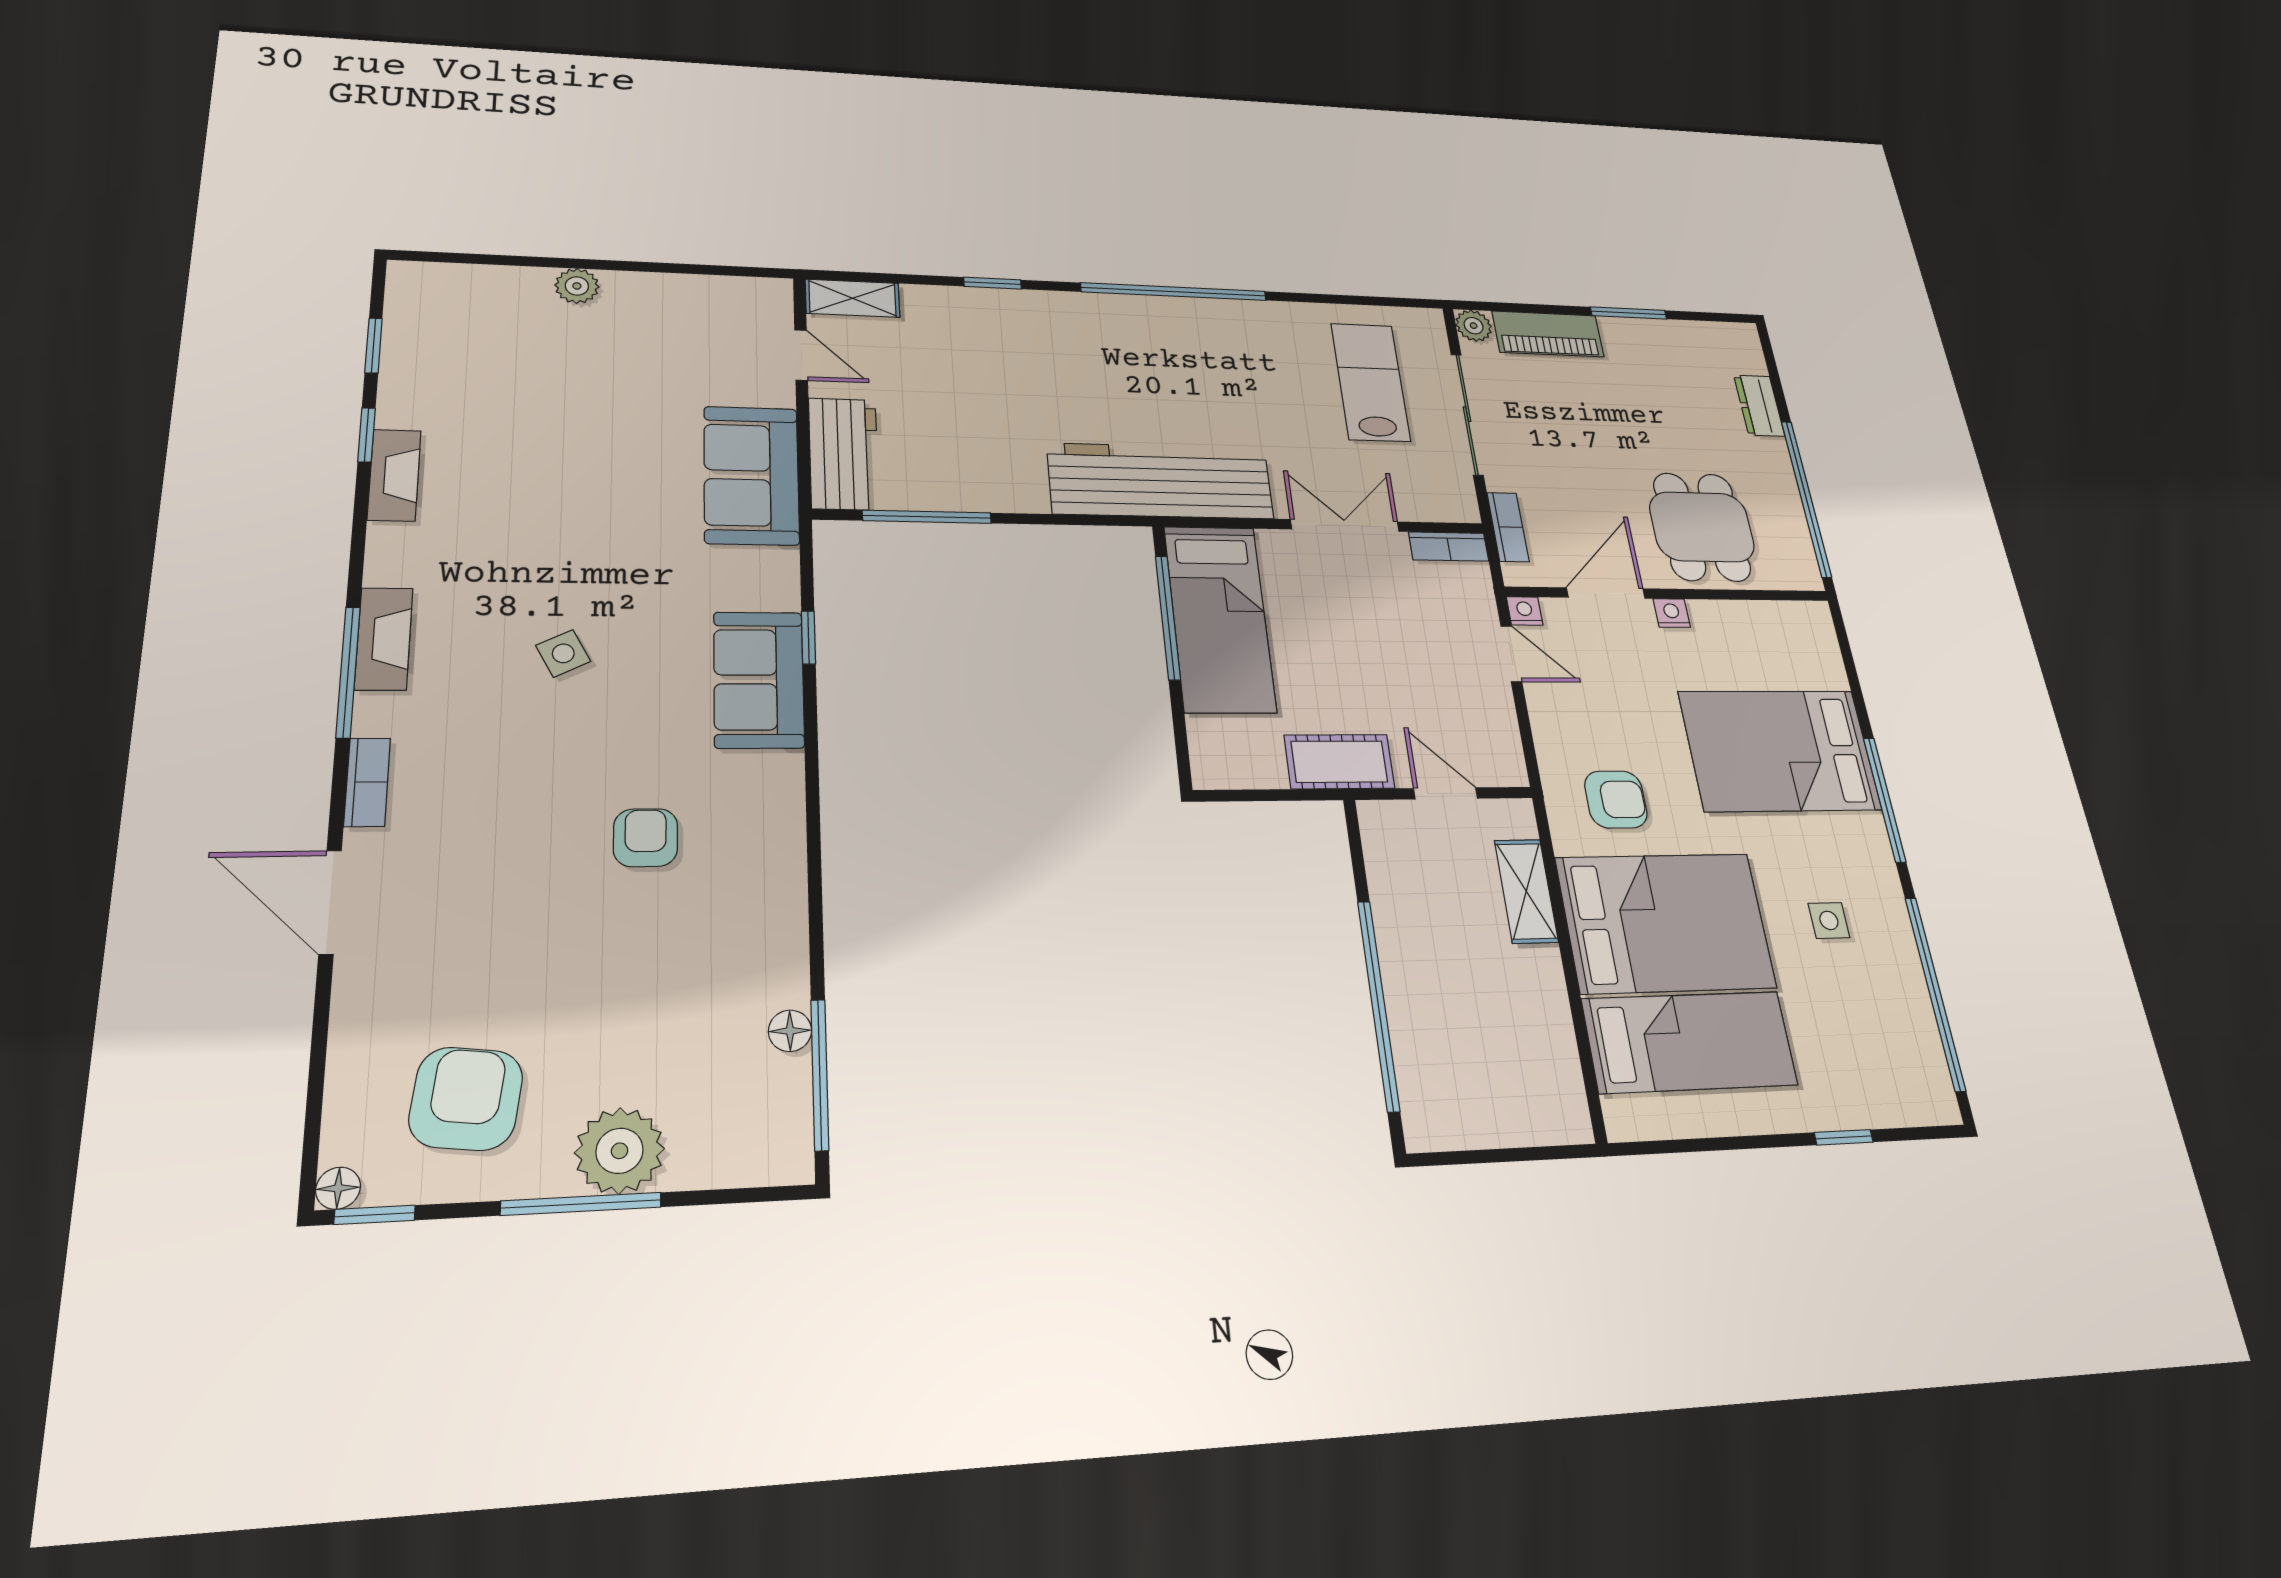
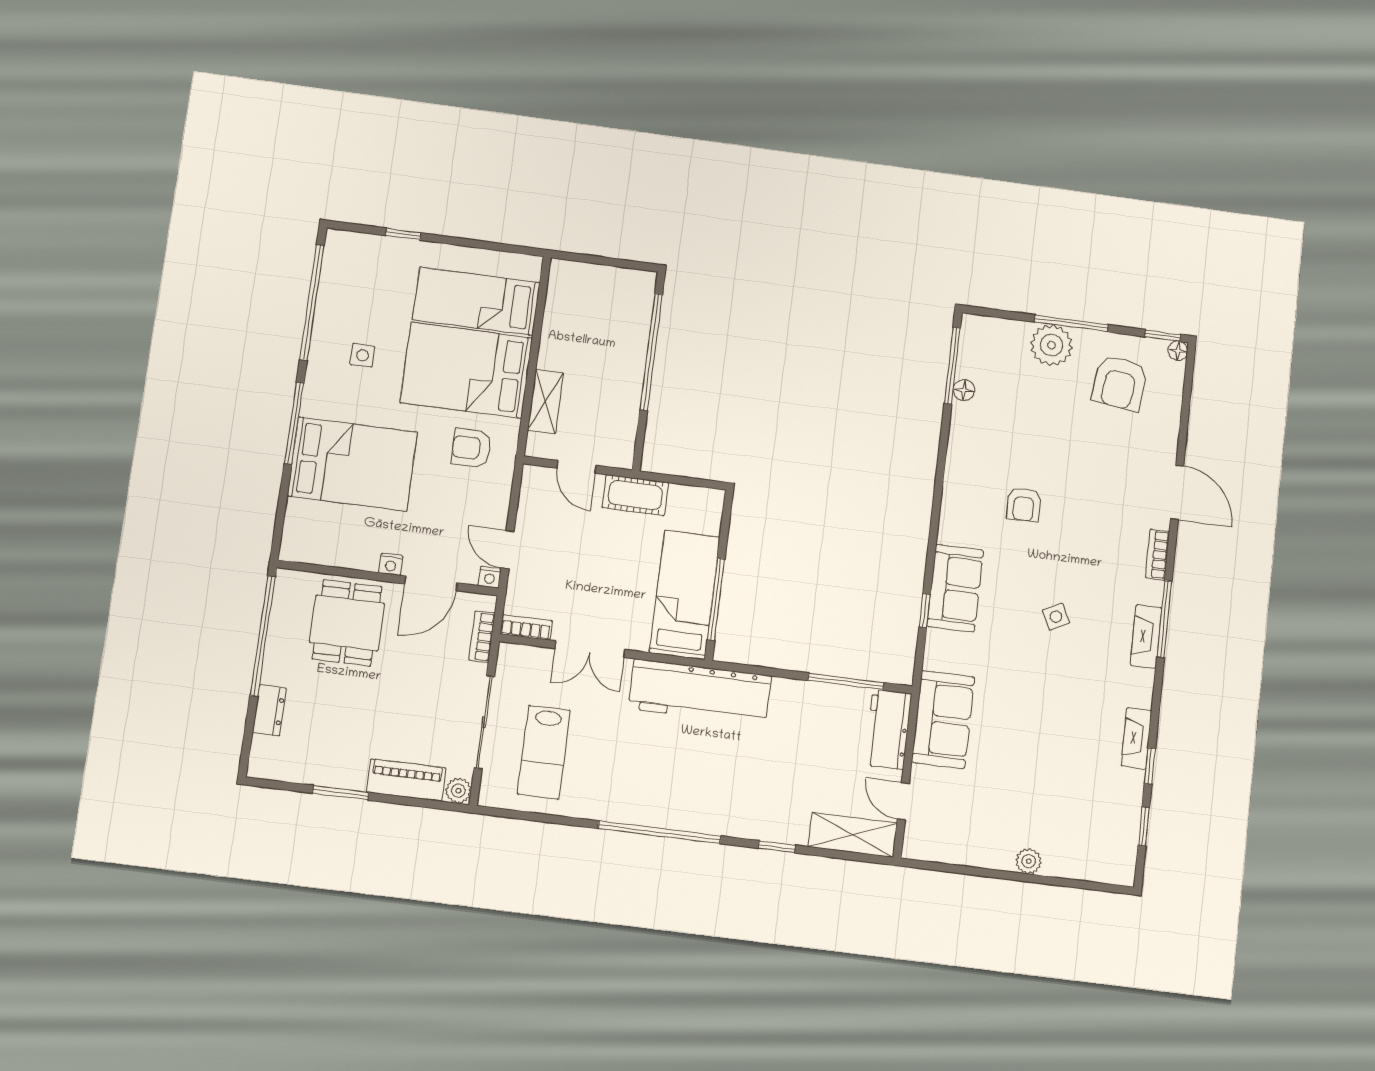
shelving: (852, 298) -> (853, 835), width x1.50, depth x1.33

